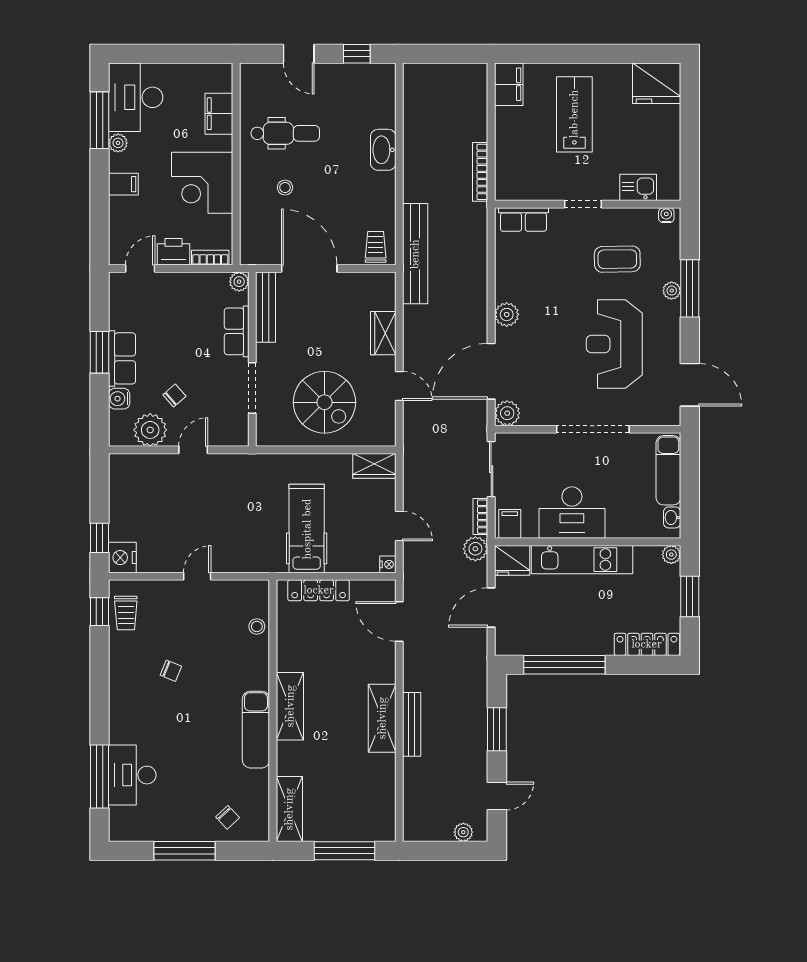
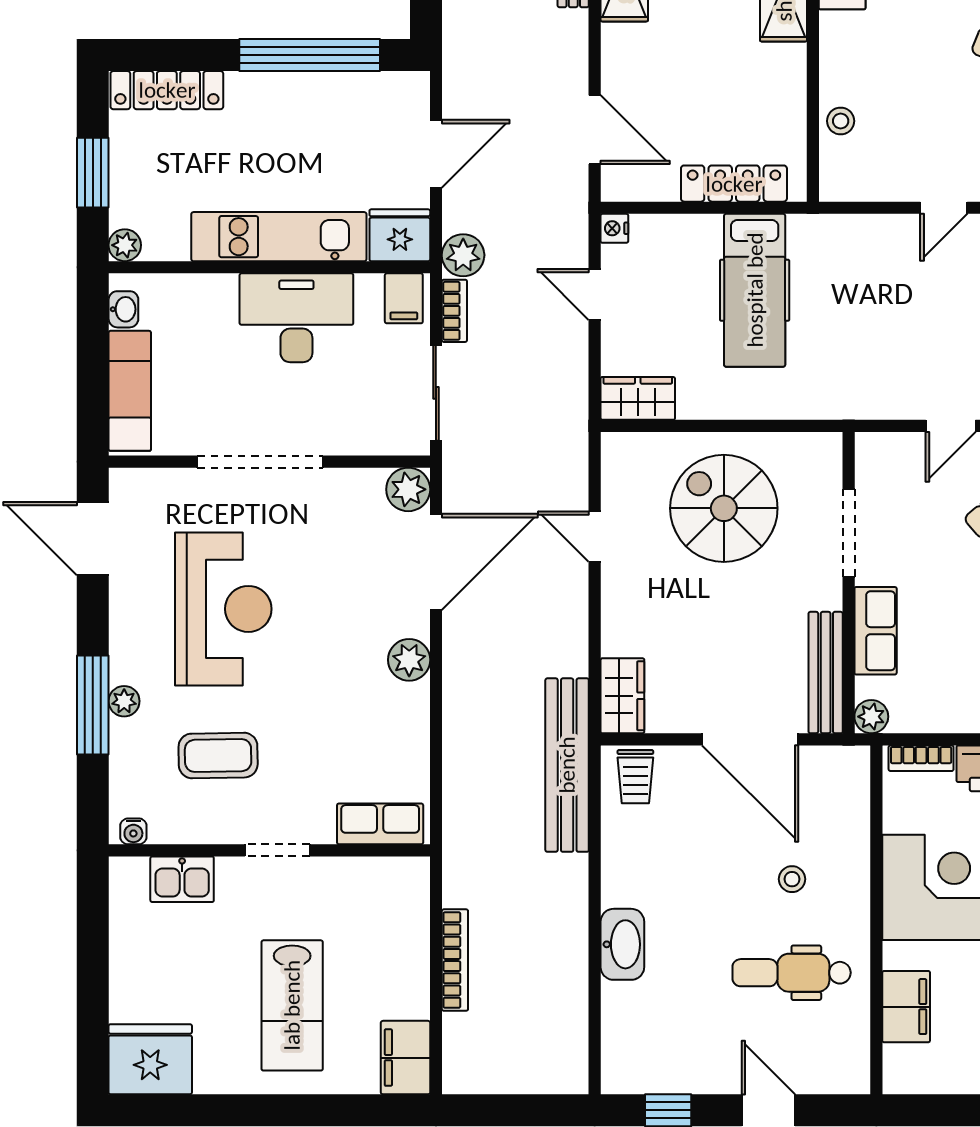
bookcase: (480, 172) -> (455, 960), moved
wardrobe: (383, 333) -> (622, 696), moved

